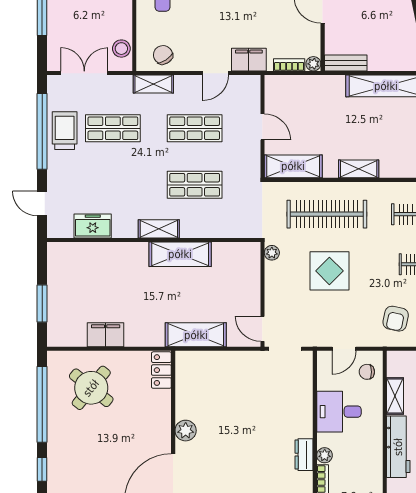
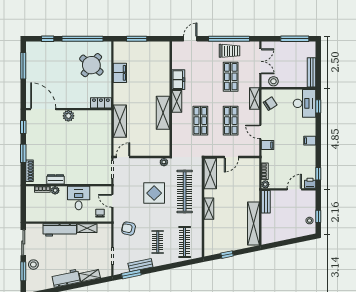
filing cabinet: (249, 60) -> (268, 145), width x0.50
freezer: (93, 226) -> (178, 80), moved

